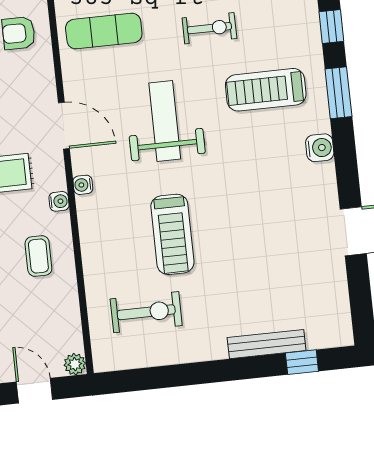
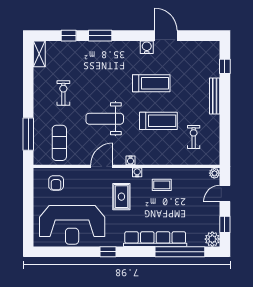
treadmill: (266, 90) -> (151, 83), moved, turned -90
water cooler: (320, 148) -> (147, 47), moved
exercise bike: (146, 312) -> (194, 137), width x0.73, depth x0.72
bench: (267, 344) -> (215, 96), moved

